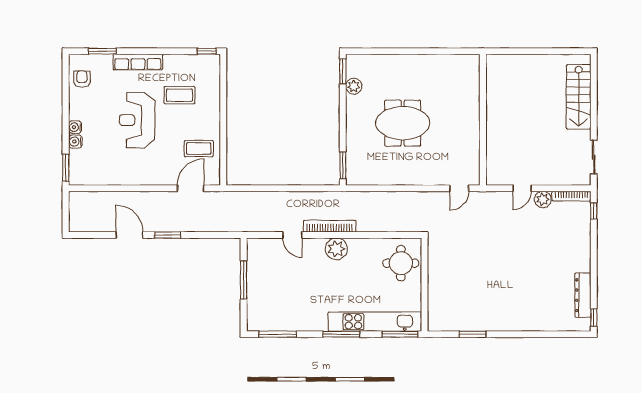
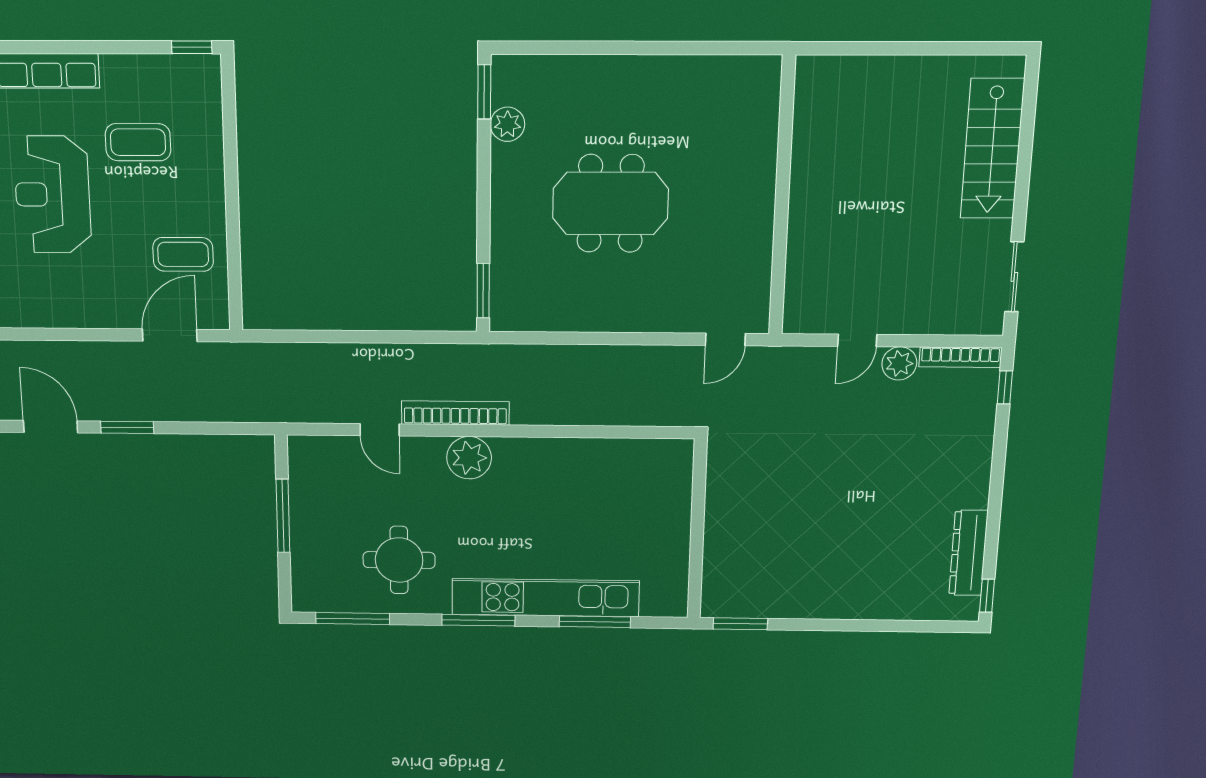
round table: (401, 263) -> (399, 560), moved
wall: (425, 285) -> (697, 529), moved

